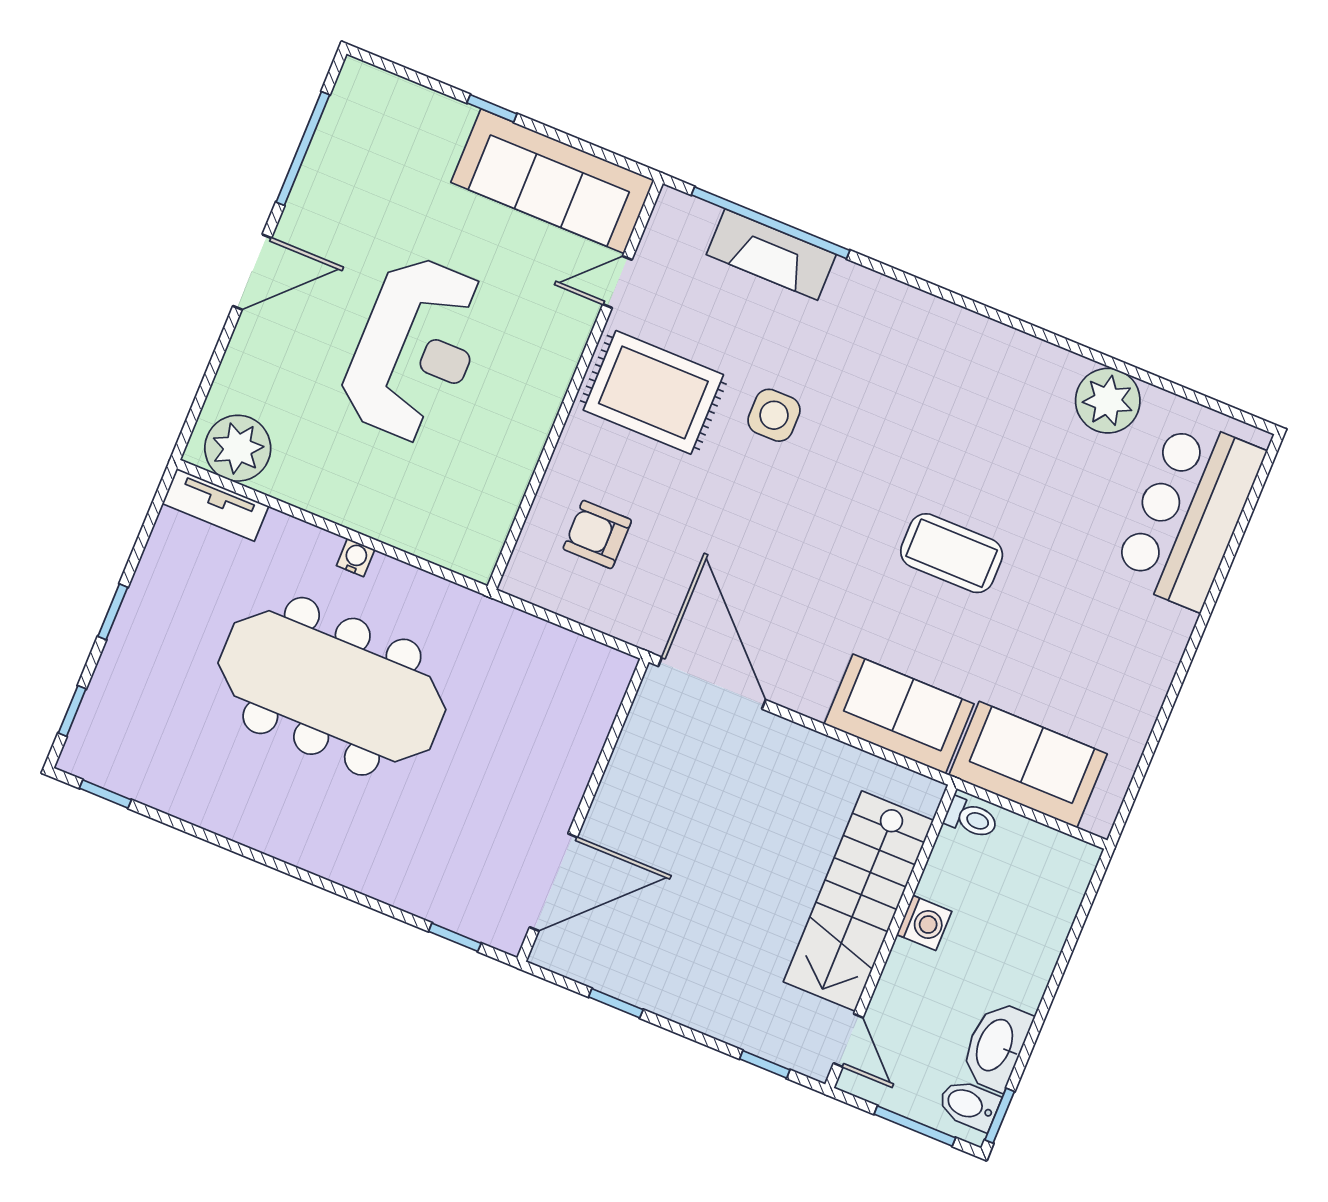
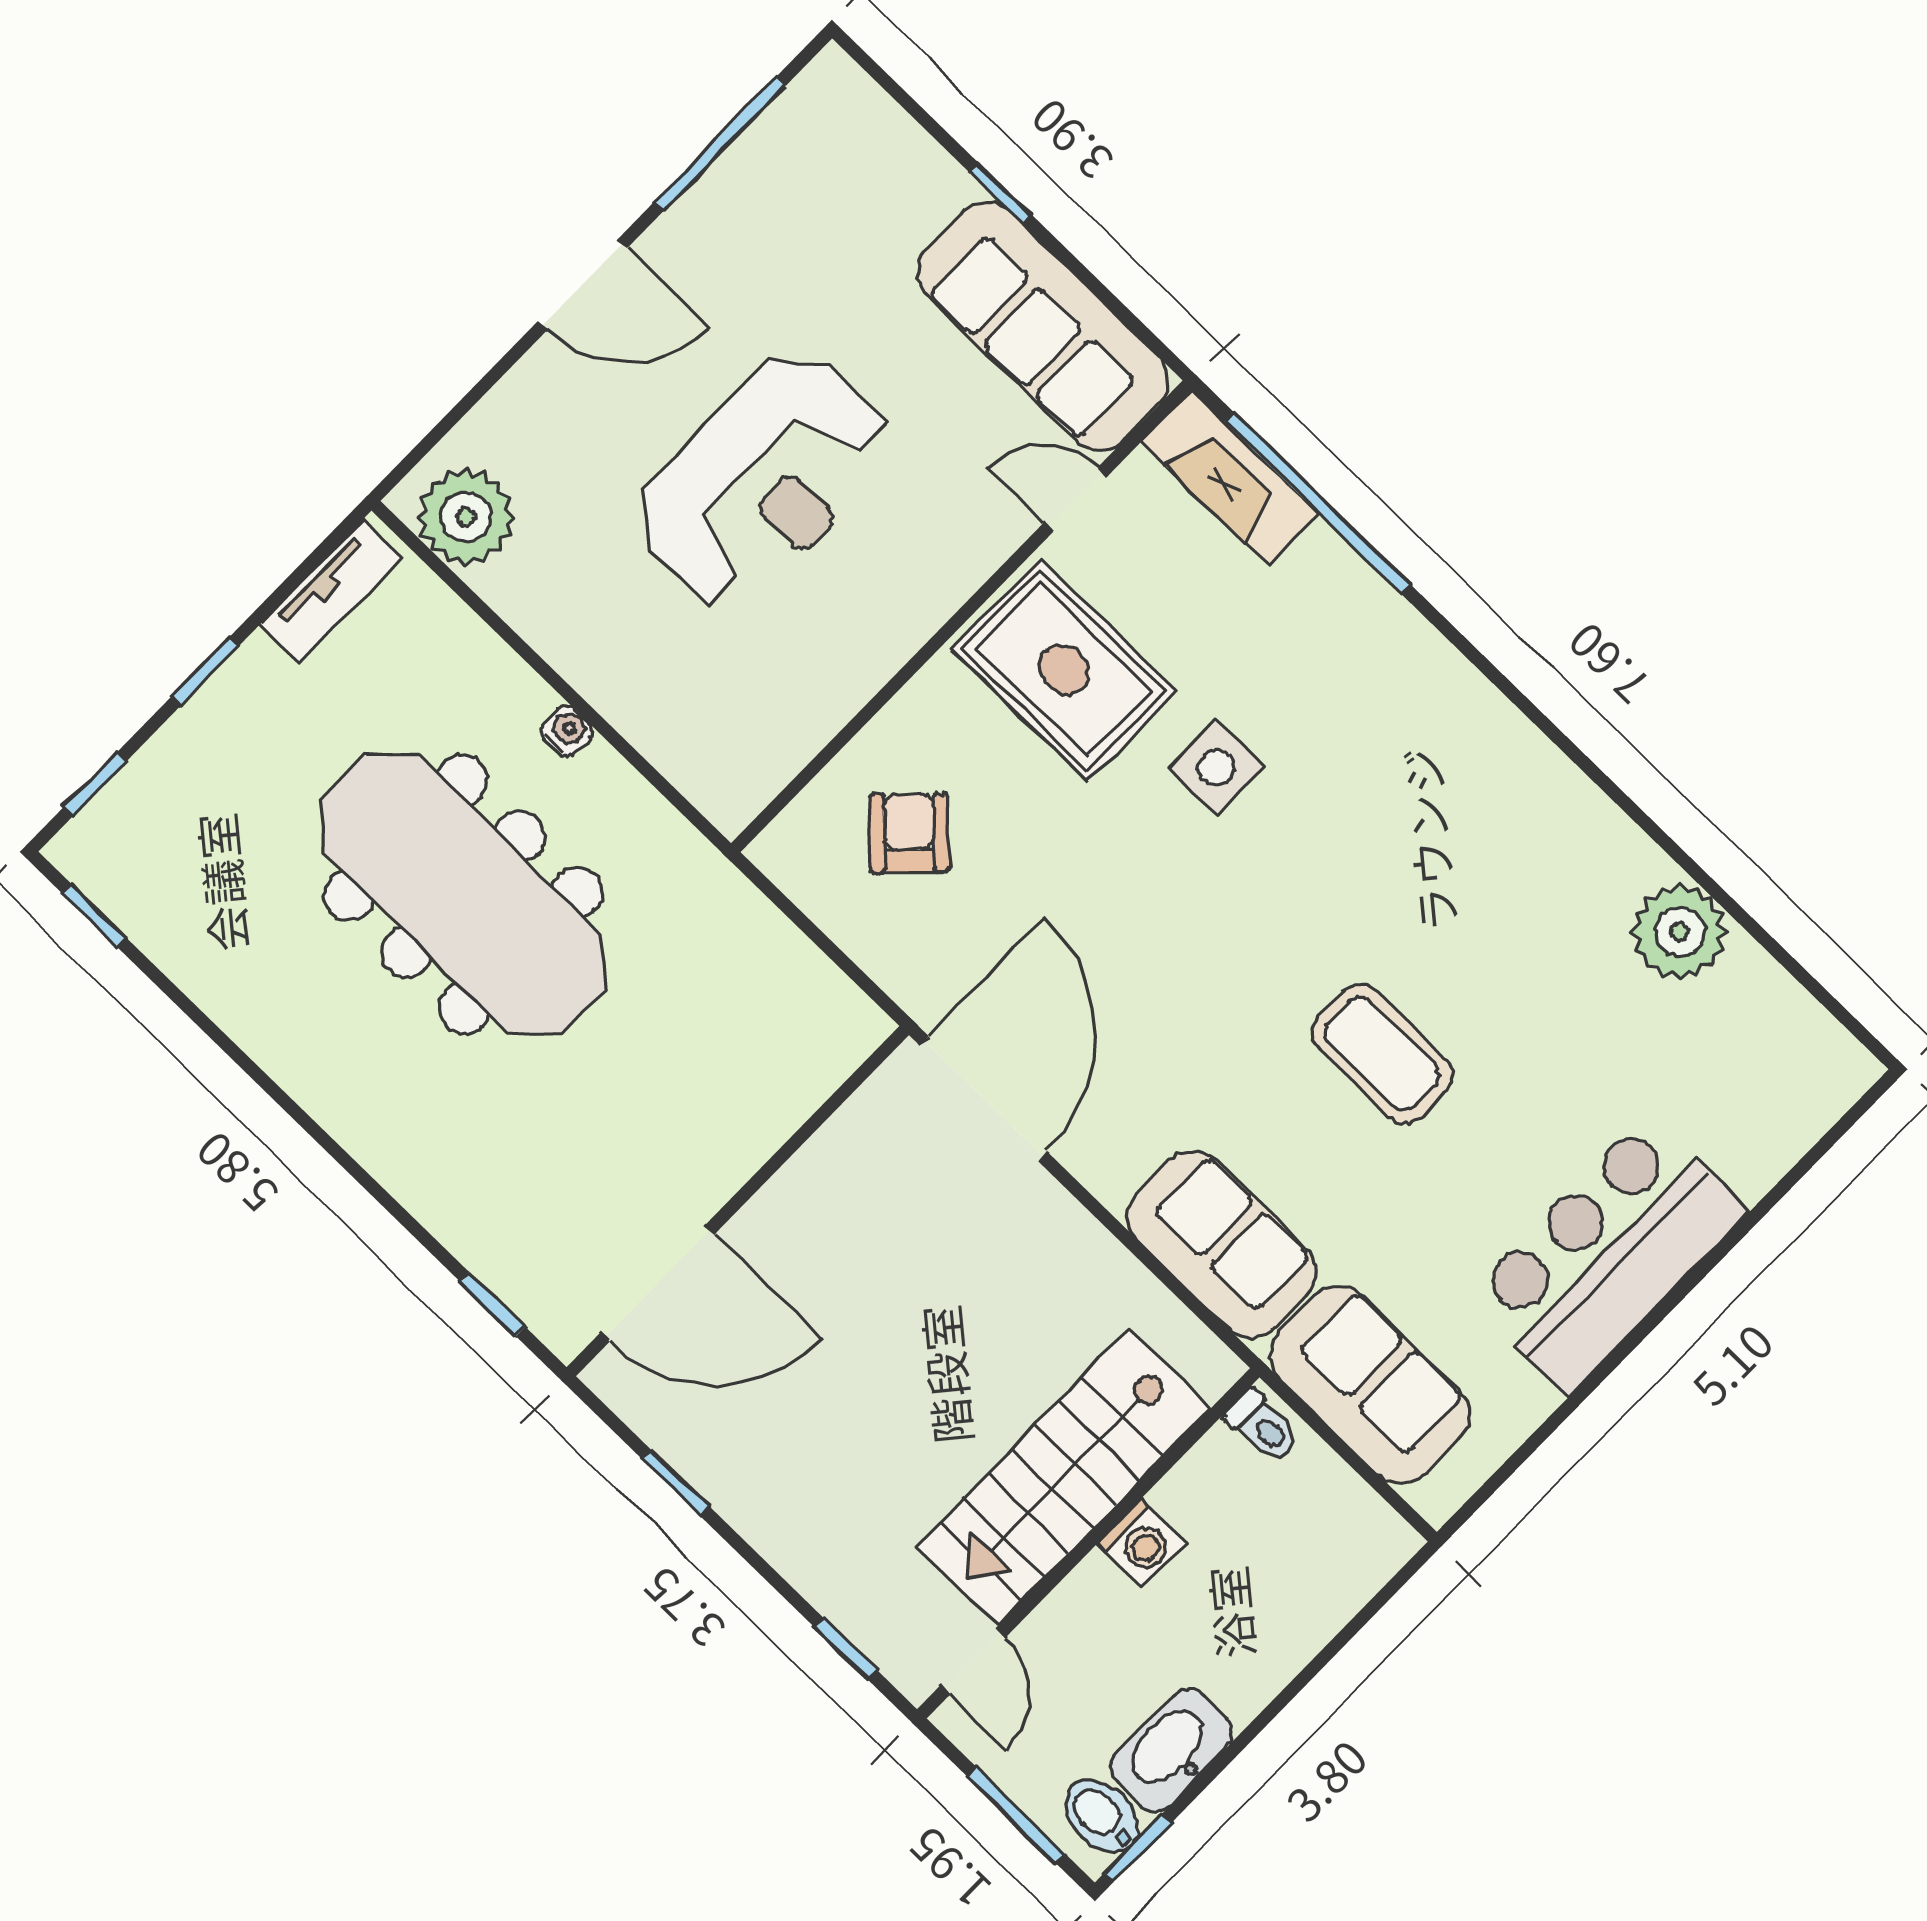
fireplace: (771, 255) -> (1230, 478), moved
tv unit: (215, 505) -> (331, 592), moved, turned -90
bar counter: (1189, 514) -> (1608, 1254), moved
armchair: (597, 534) -> (909, 833), turned 45

